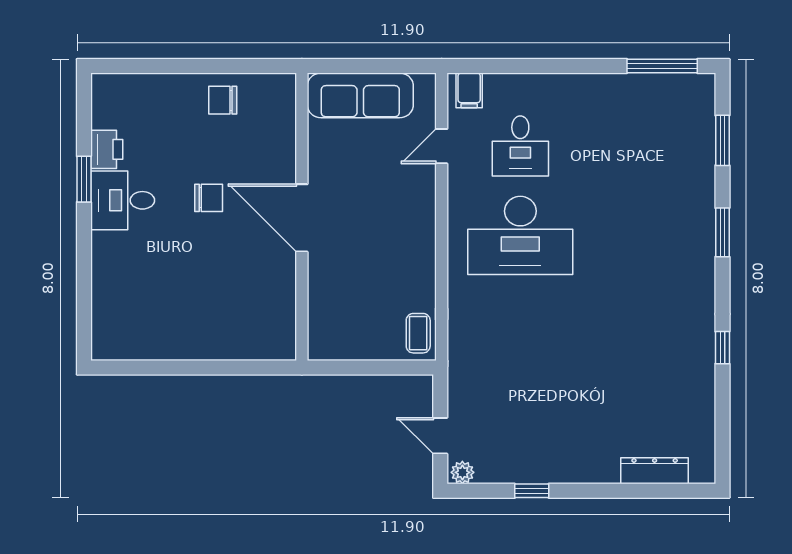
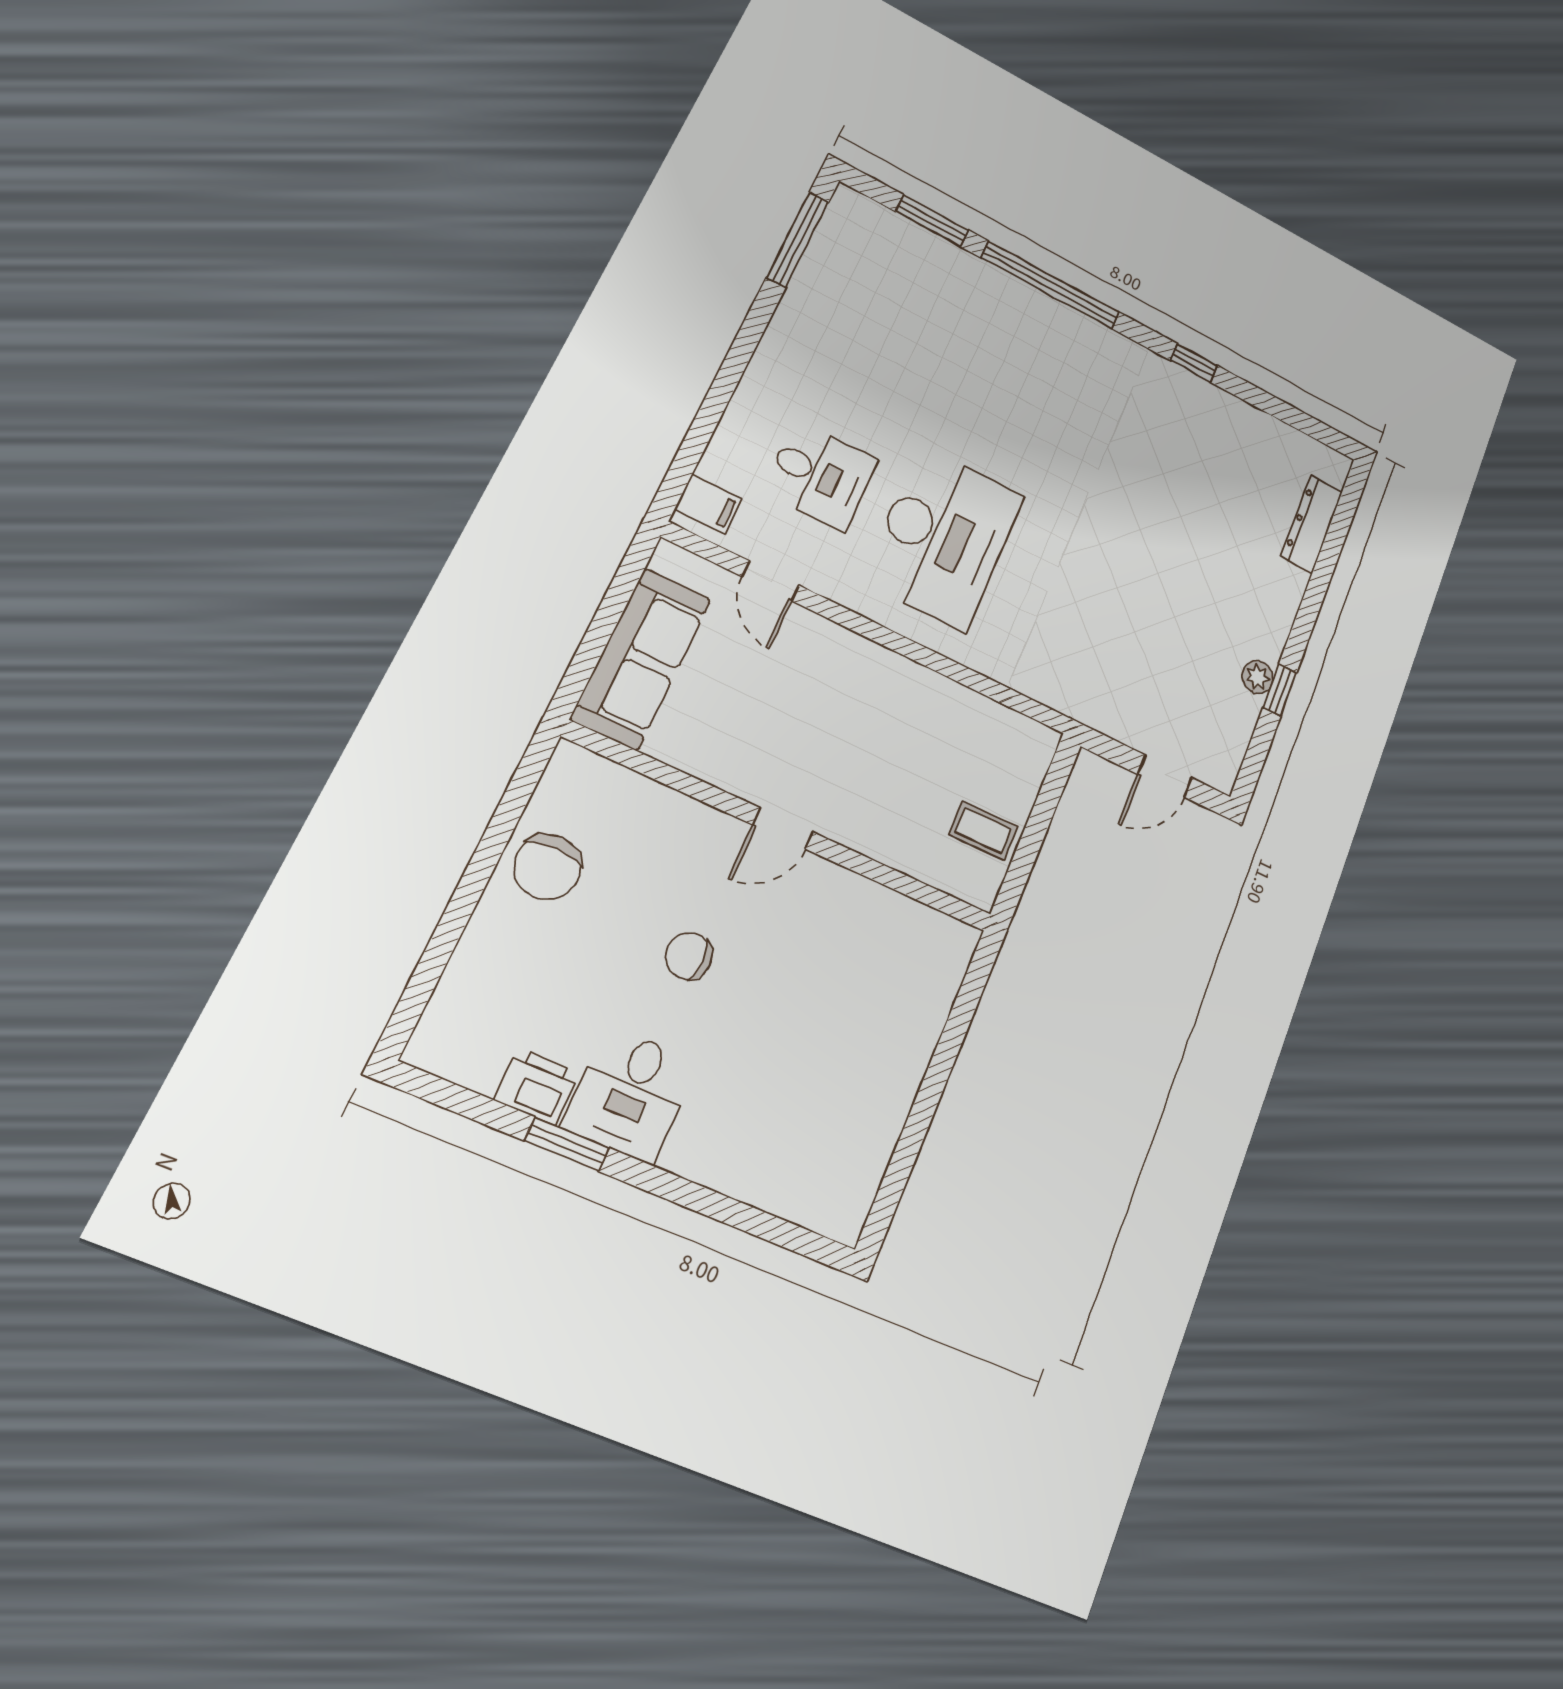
chair: (223, 100) -> (548, 867), width x1.37, depth x1.37
chair: (209, 198) -> (689, 956), turned -90
door: (302, 218) -> (783, 828), width x0.53
window: (722, 232) -> (1051, 285), width x2.11
coffee table: (418, 333) -> (983, 830), moved
plant: (462, 472) -> (1258, 677), moved

